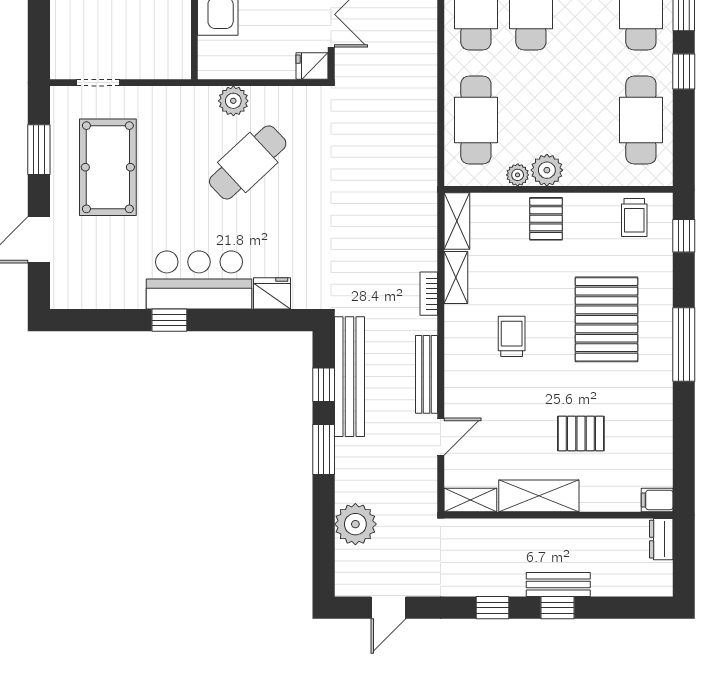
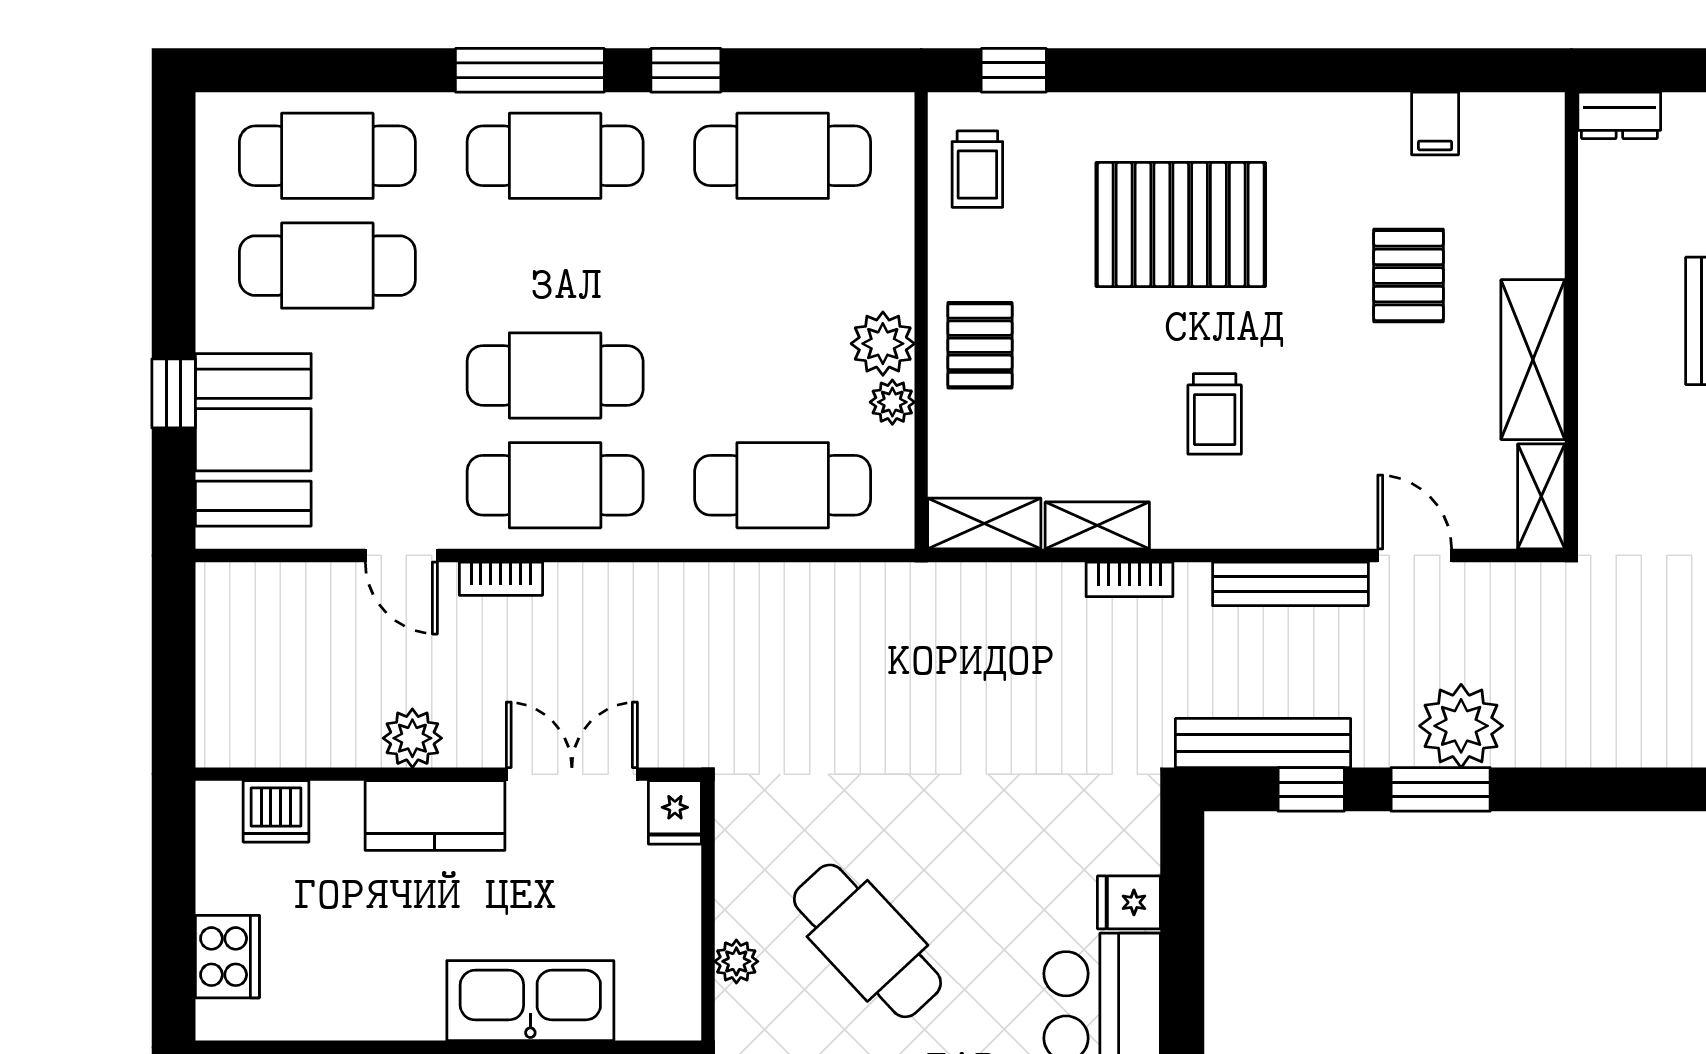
plant: (233, 101) -> (736, 961), width x0.73, depth x0.73
trolley: (634, 218) -> (977, 169), turned 90
pallet: (546, 219) -> (980, 345), turned 90
fridge: (272, 293) -> (1129, 902), width x0.72
trolley: (512, 336) -> (1215, 414), turned -90
window: (684, 344) -> (1231, 70), removed
bench: (349, 377) -> (1263, 743), width x0.73, depth x0.82
filing cabinet: (657, 500) -> (1435, 123), moved
plant: (355, 524) -> (1461, 726), moved

